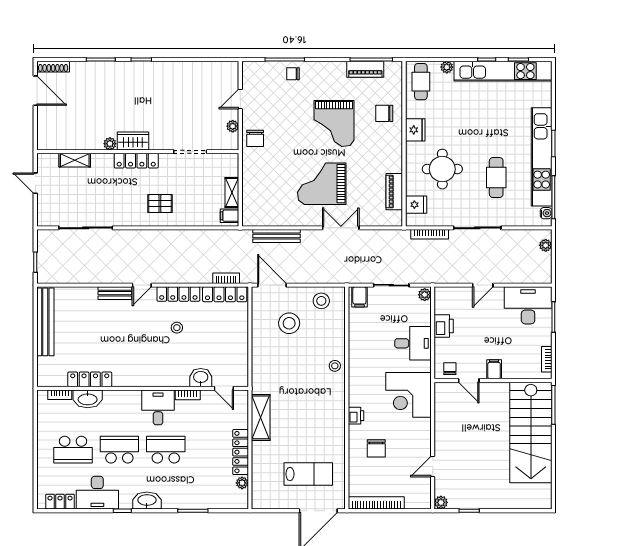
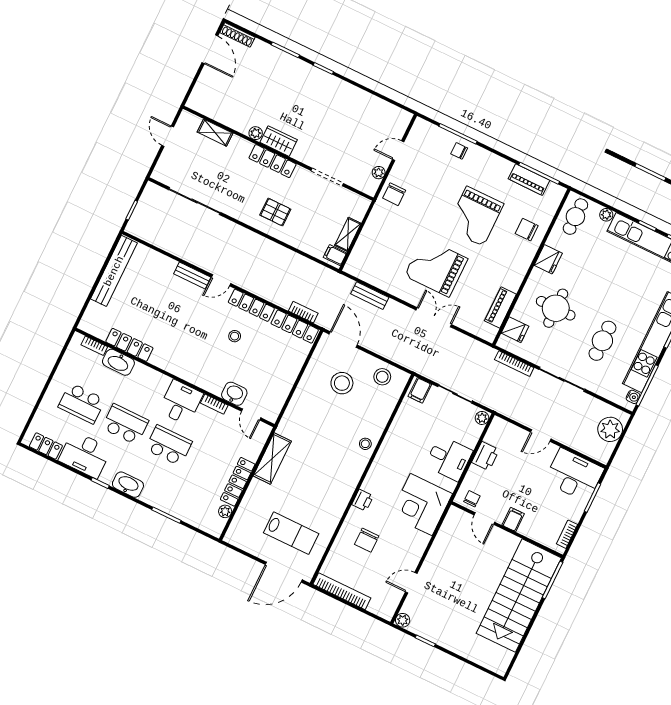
bench: (276, 236) -> (370, 296), width x0.73
plant: (546, 245) -> (610, 429), width x1.87, depth x1.87

